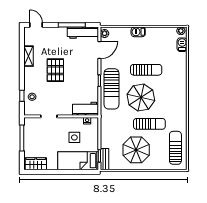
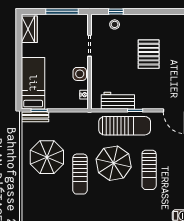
shelving: (29, 56) -> (166, 20), removed
pallet: (55, 70) -> (149, 54), turned 90
sun lounger: (112, 89) -> (125, 126), turned 180
workbench: (85, 109) -> (118, 101), moved, turned -90
side table: (74, 137) -> (80, 74), moved
sun lounger: (175, 148) -> (49, 207), removed

